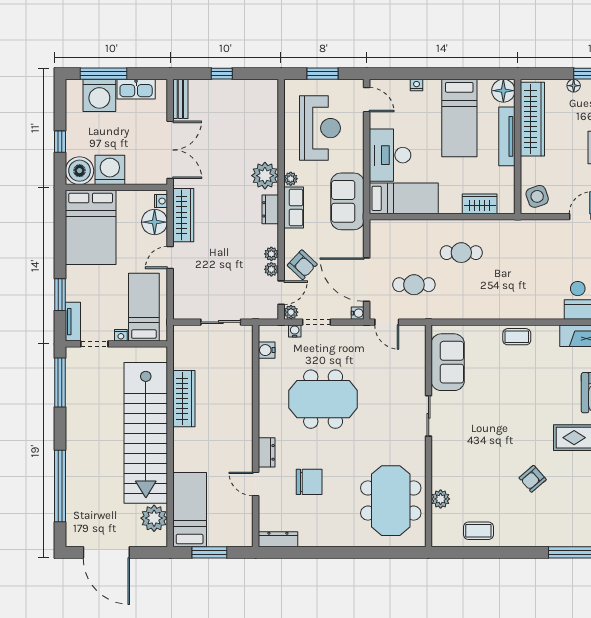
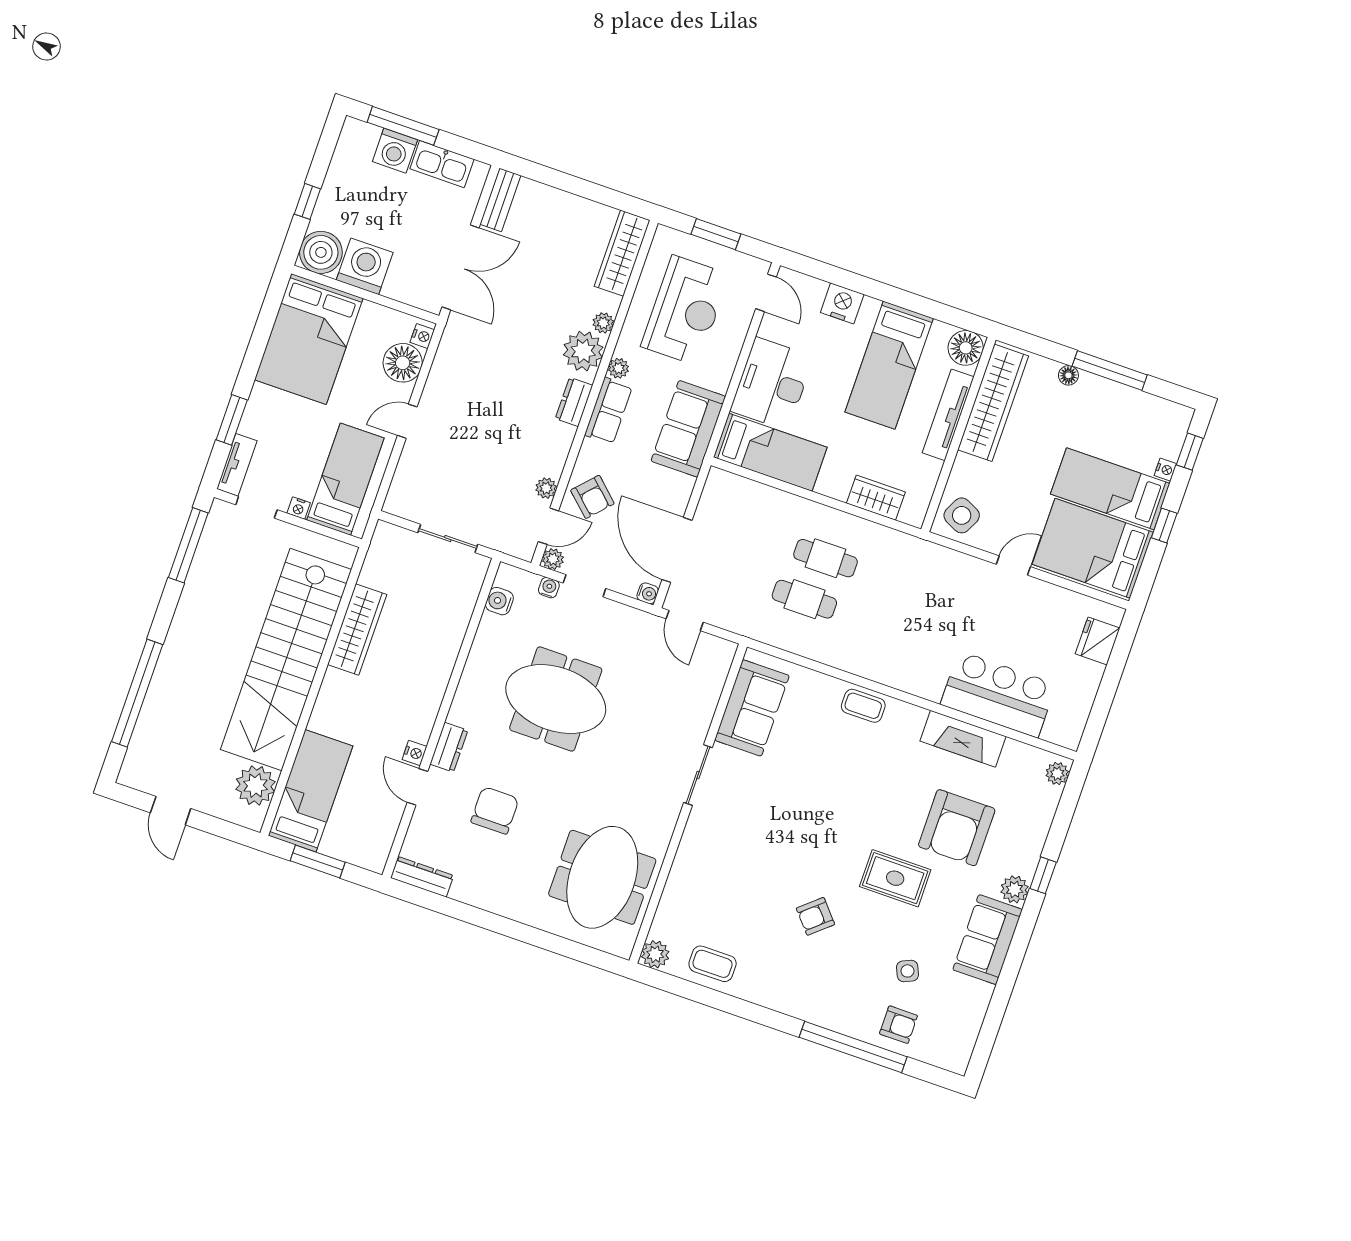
window: (222, 74) -> (572, 184), removed
nightstand: (417, 85) -> (842, 303), width x1.89, depth x1.79
washing machine: (99, 95) -> (395, 151), width x0.73, depth x0.73
side table: (537, 196) -> (962, 515), turned 45
wardrobe: (183, 215) -> (622, 253), moved, turned 180
plant: (271, 254) -> (603, 323), moved
cafe table: (414, 285) -> (804, 599), moved
nightstand: (246, 463) -> (415, 753), added
chair: (309, 482) -> (495, 810), turned -90
plant: (441, 499) -> (655, 954), moved
door: (106, 552) -> (171, 811), width x0.53

